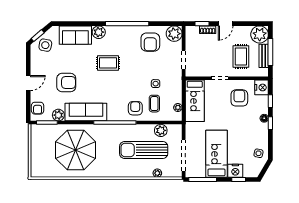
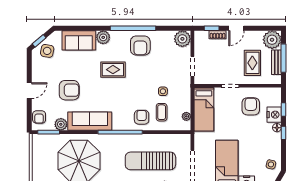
armchair: (150, 42) -> (140, 46), moved
nightstand: (262, 87) -> (274, 115), moved
plant: (161, 130) -> (168, 140), removed

